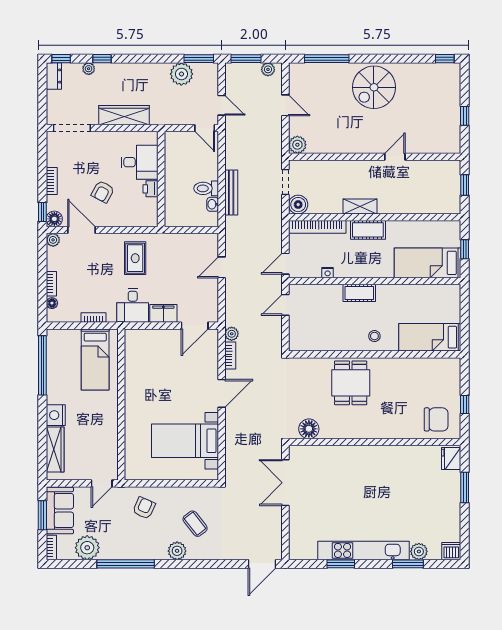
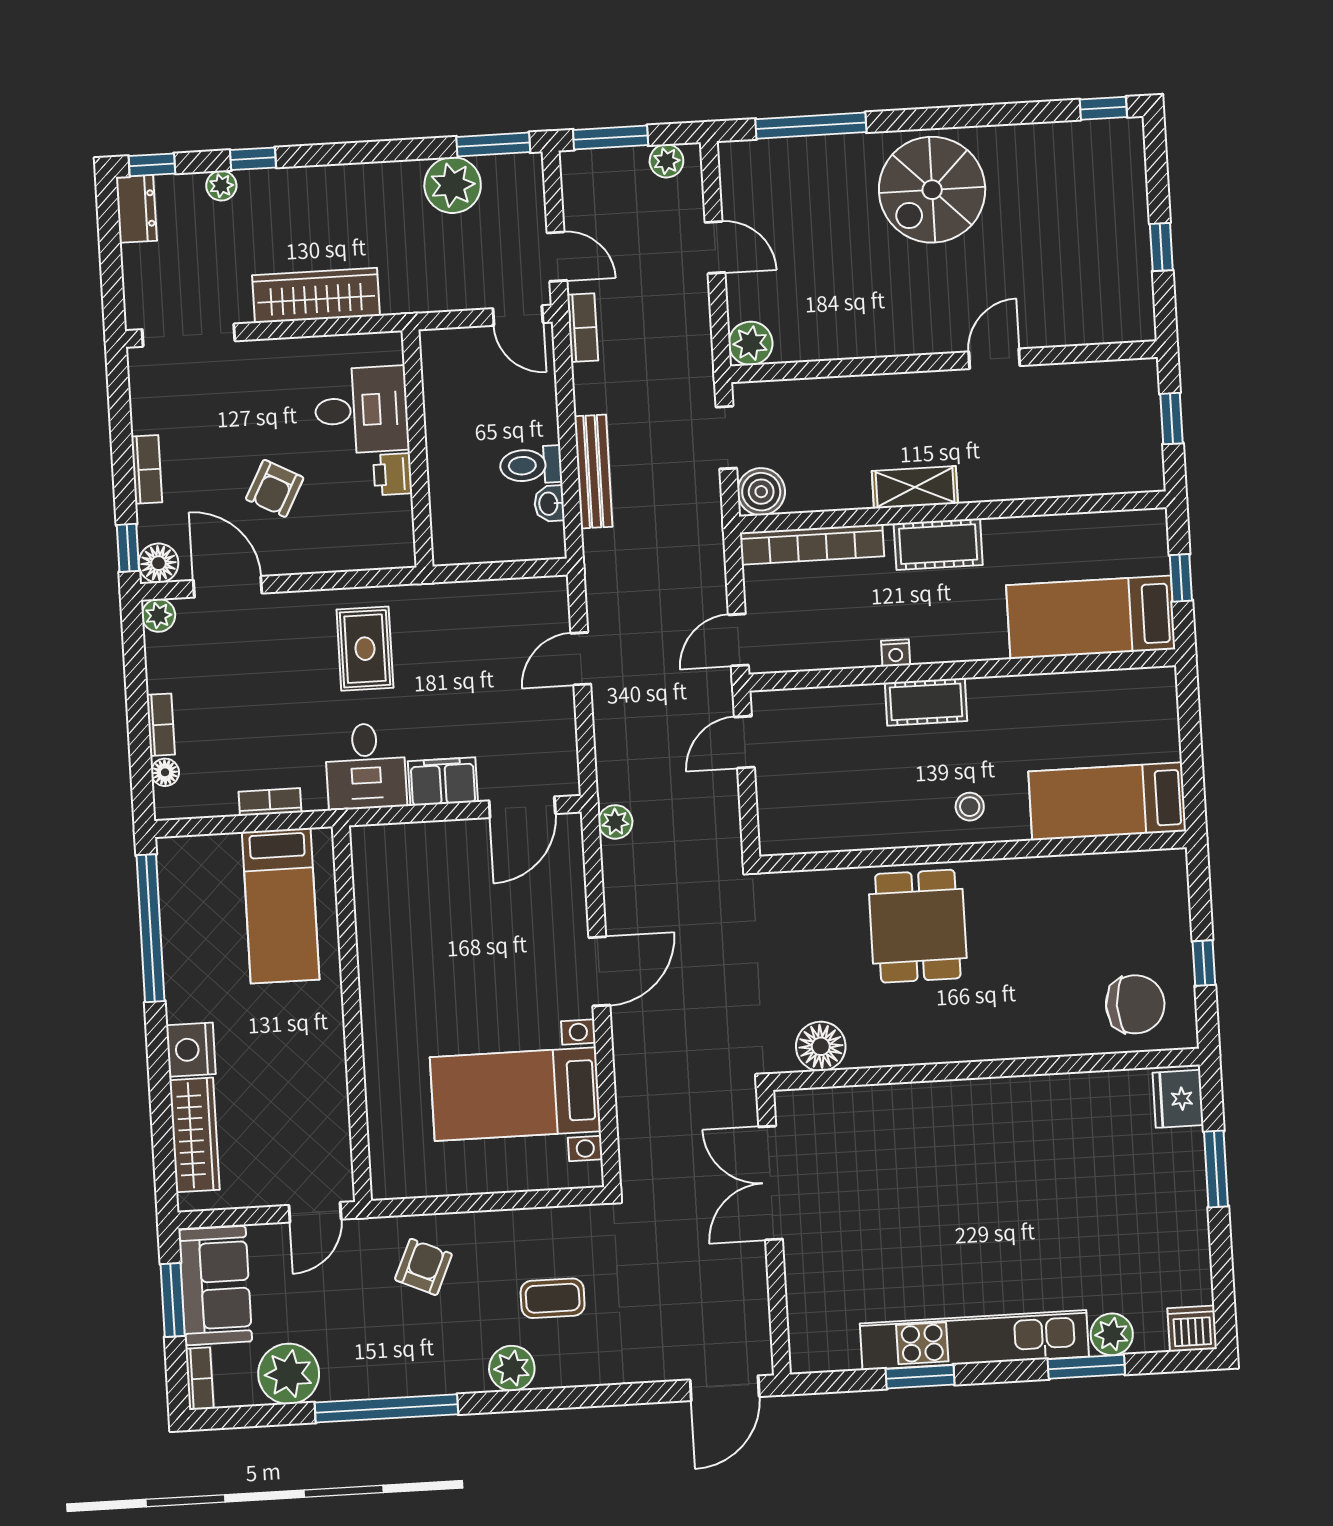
nightstand: (328, 273) -> (896, 653), moved
bookcase: (230, 355) -> (583, 328), moved
coffee table: (195, 524) -> (553, 1298), turned -52

